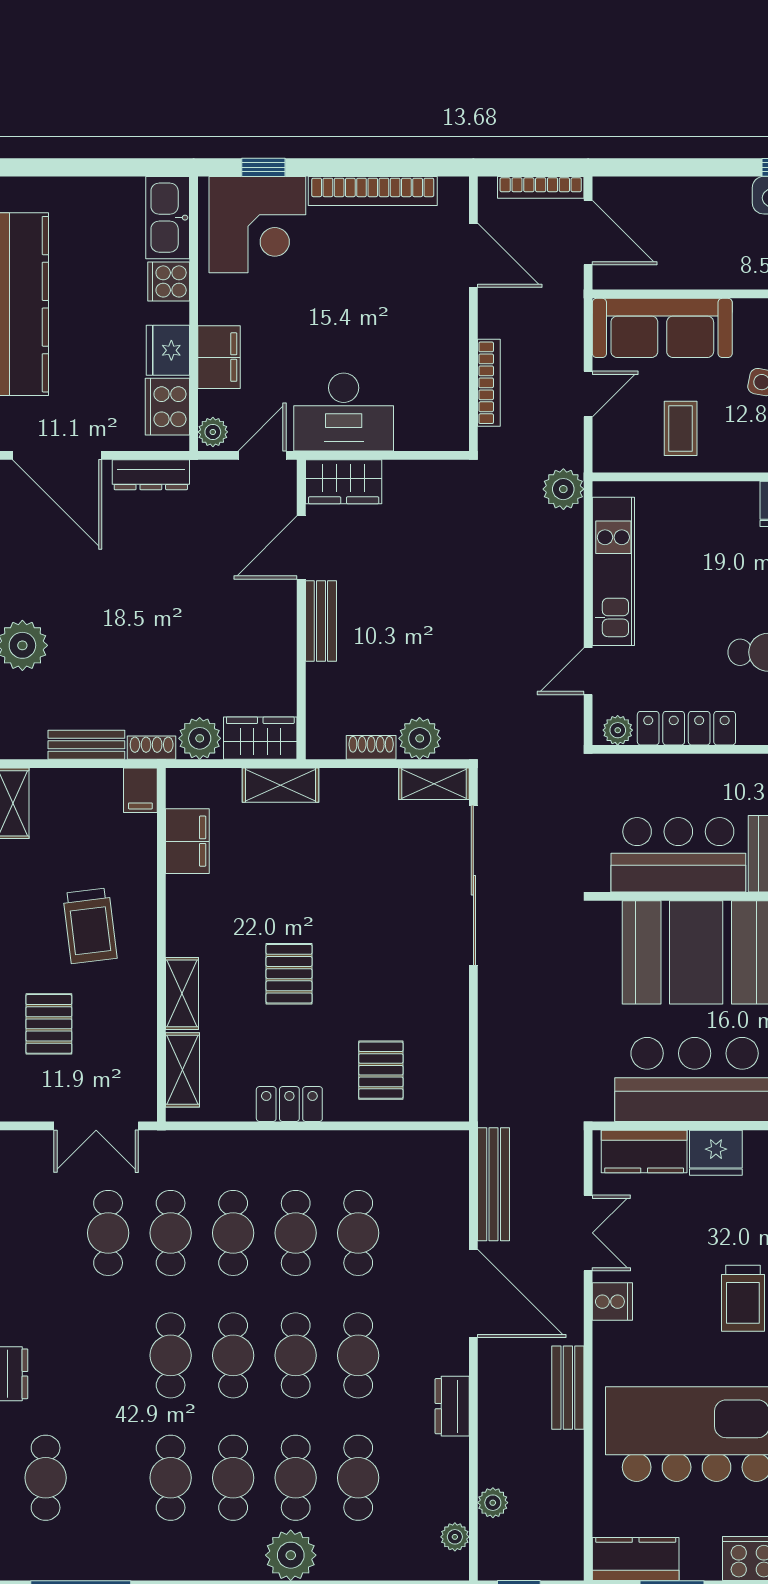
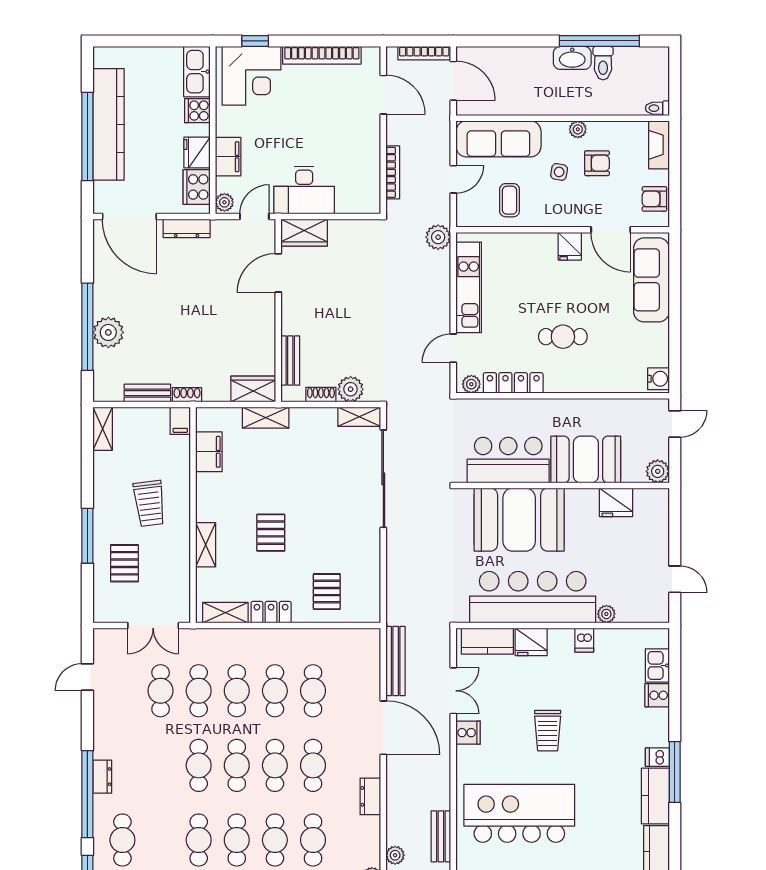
bench: (321, 621) -> (290, 361), moved
plant: (200, 738) -> (216, 389), removed
shelving: (182, 1070) -> (225, 613), moved, turned 90
bench: (568, 1388) -> (441, 836), moved

